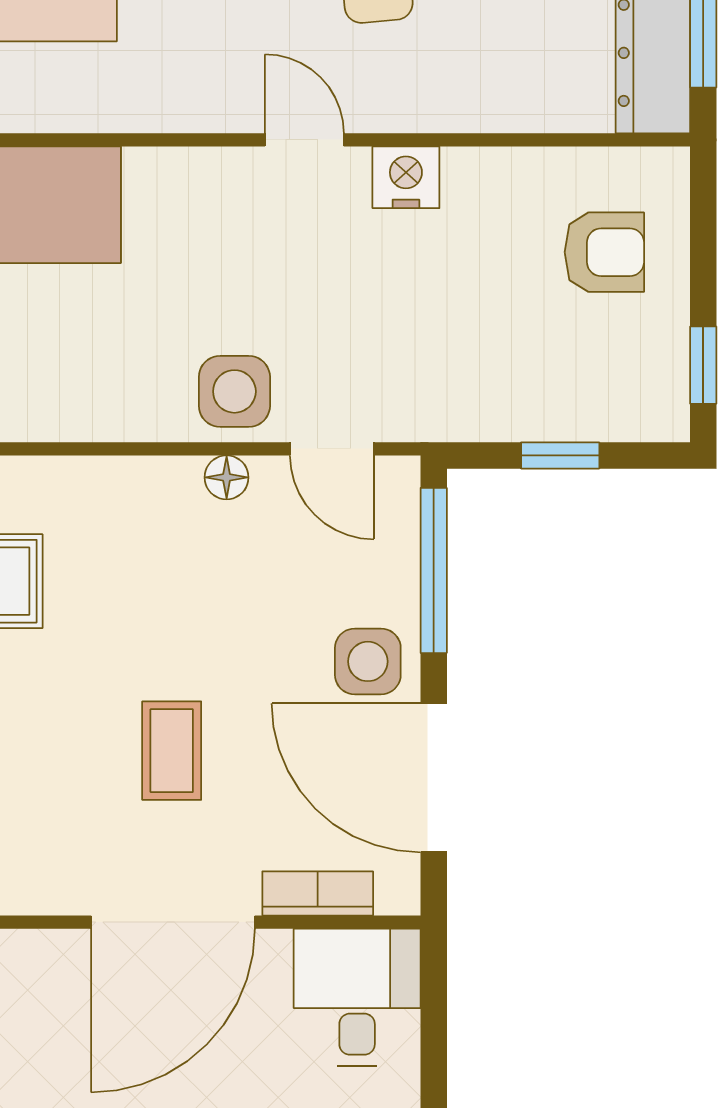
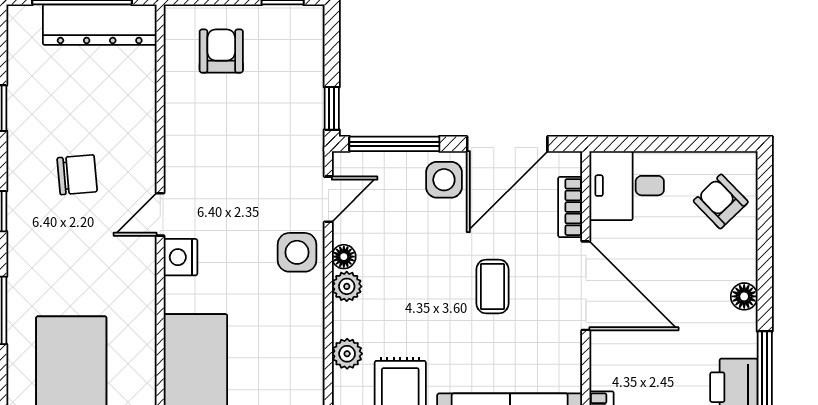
nightstand: (406, 177) -> (180, 257), moved
window: (560, 455) -> (332, 108), moved
plant: (48, 483) -> (347, 354), added
plant: (172, 483) -> (347, 286), added
coffee table: (172, 751) -> (492, 286), turned 90

